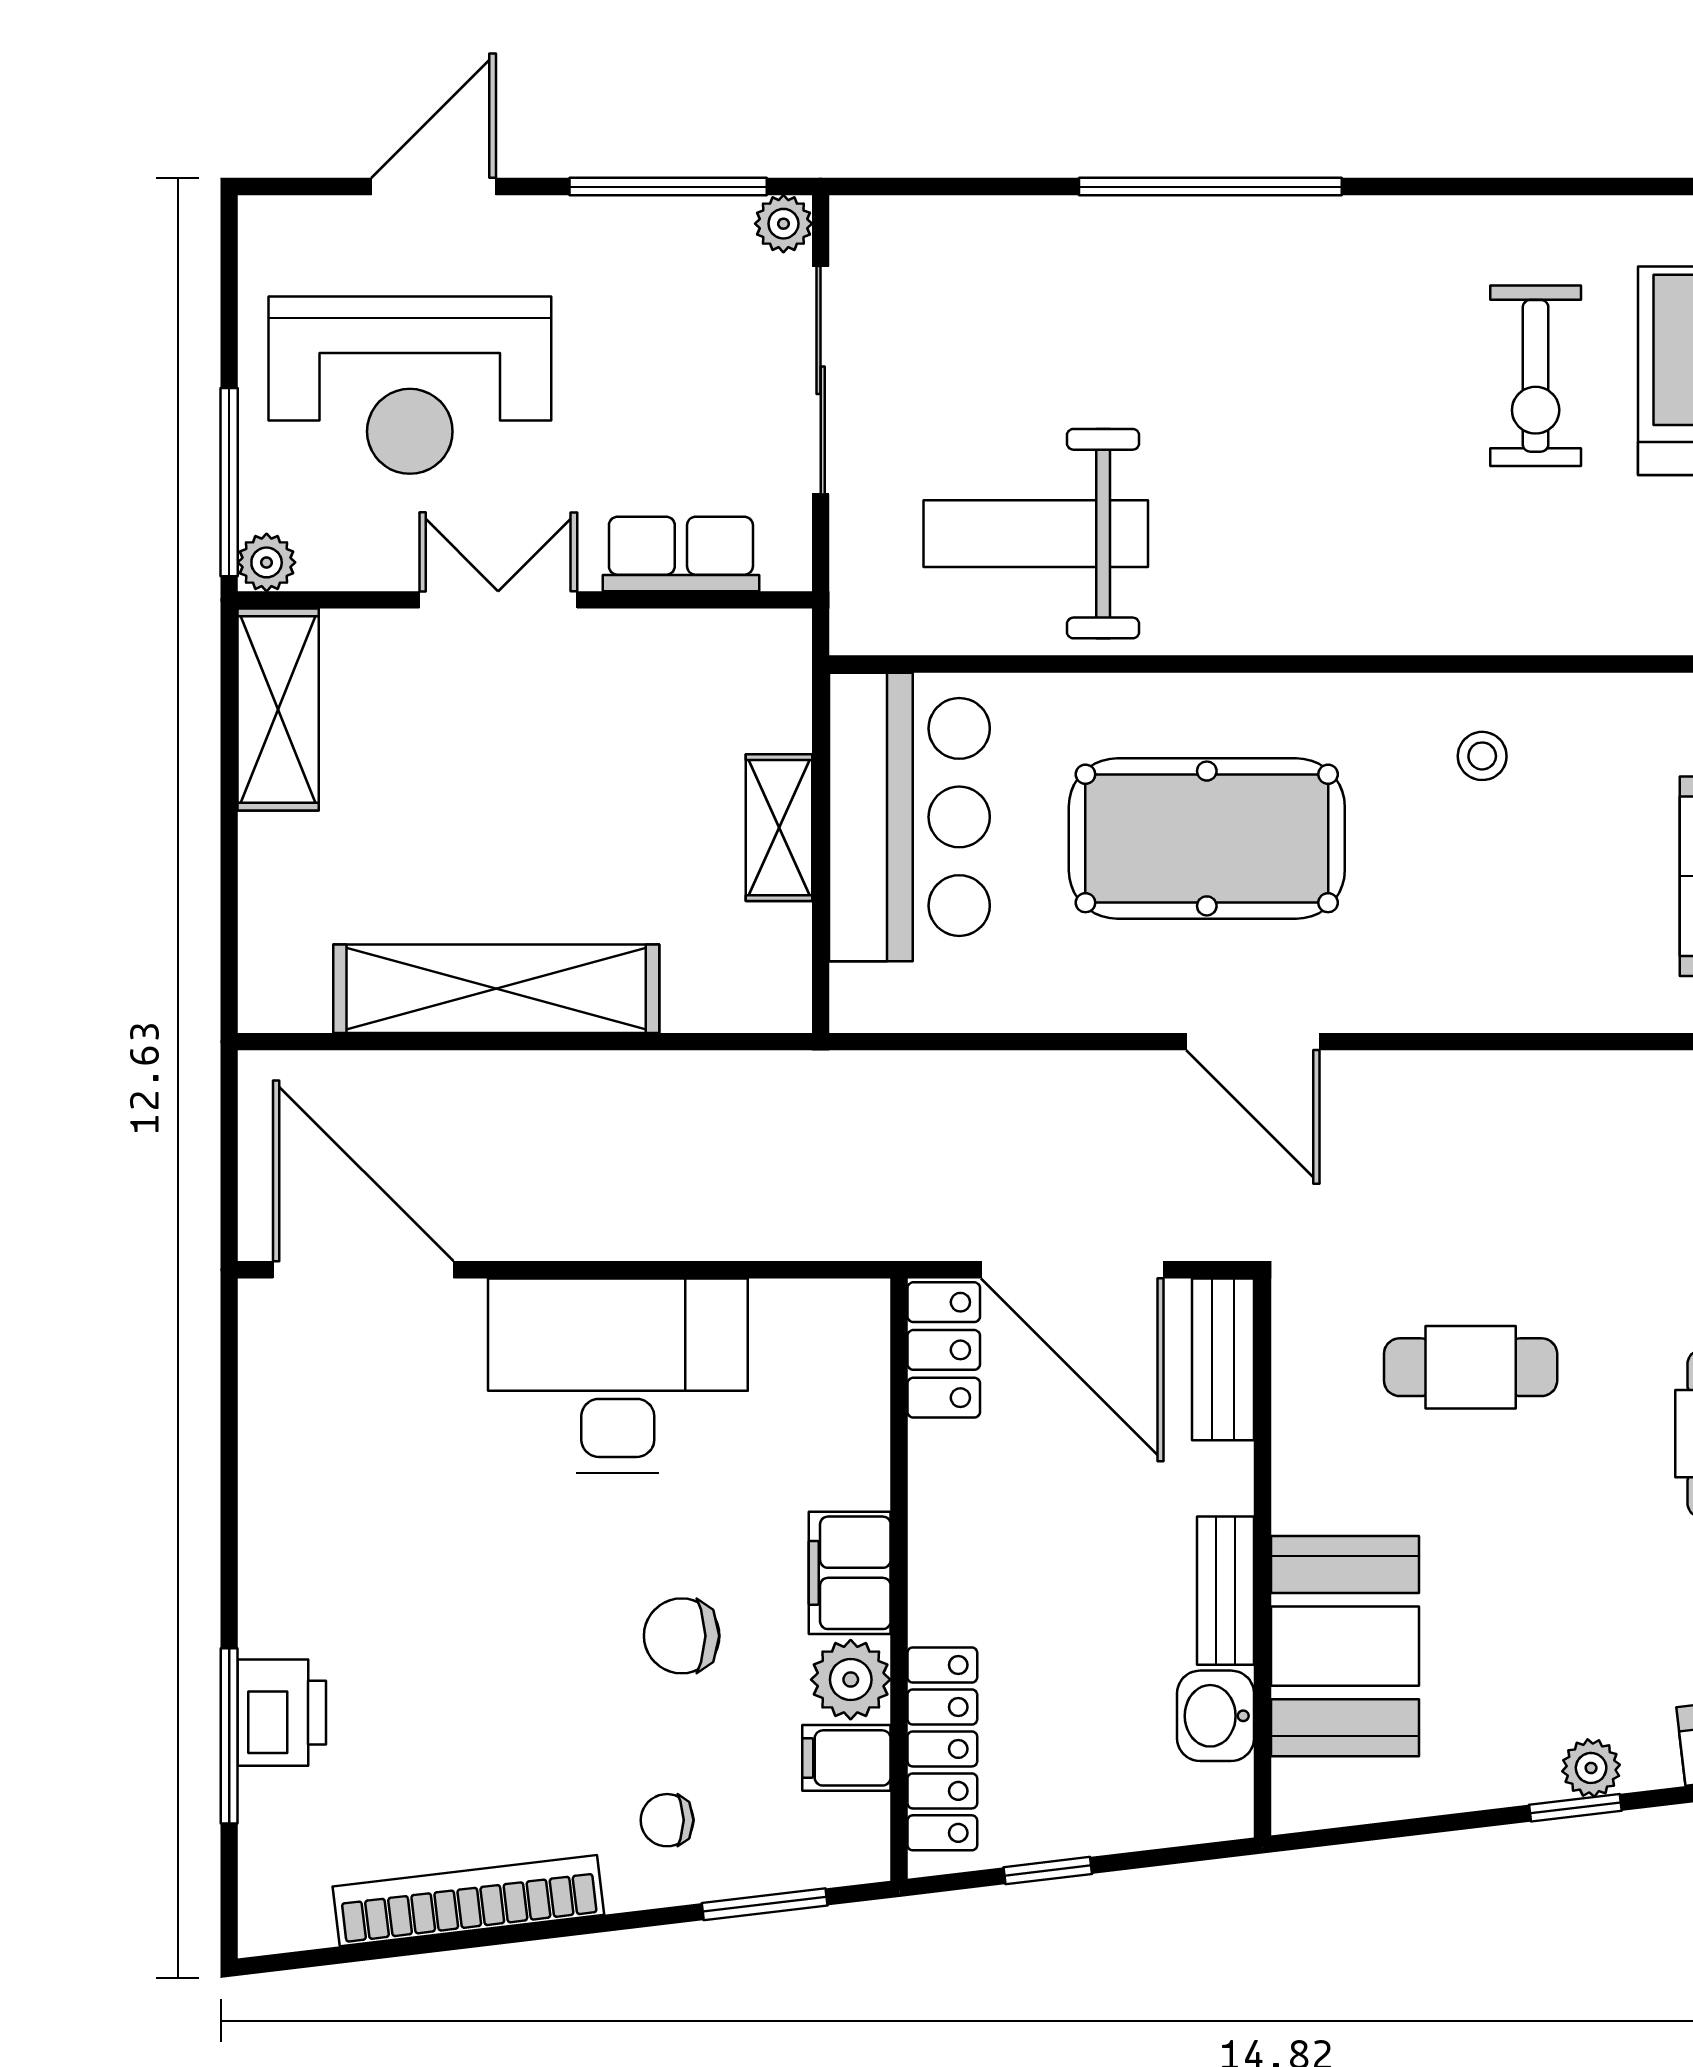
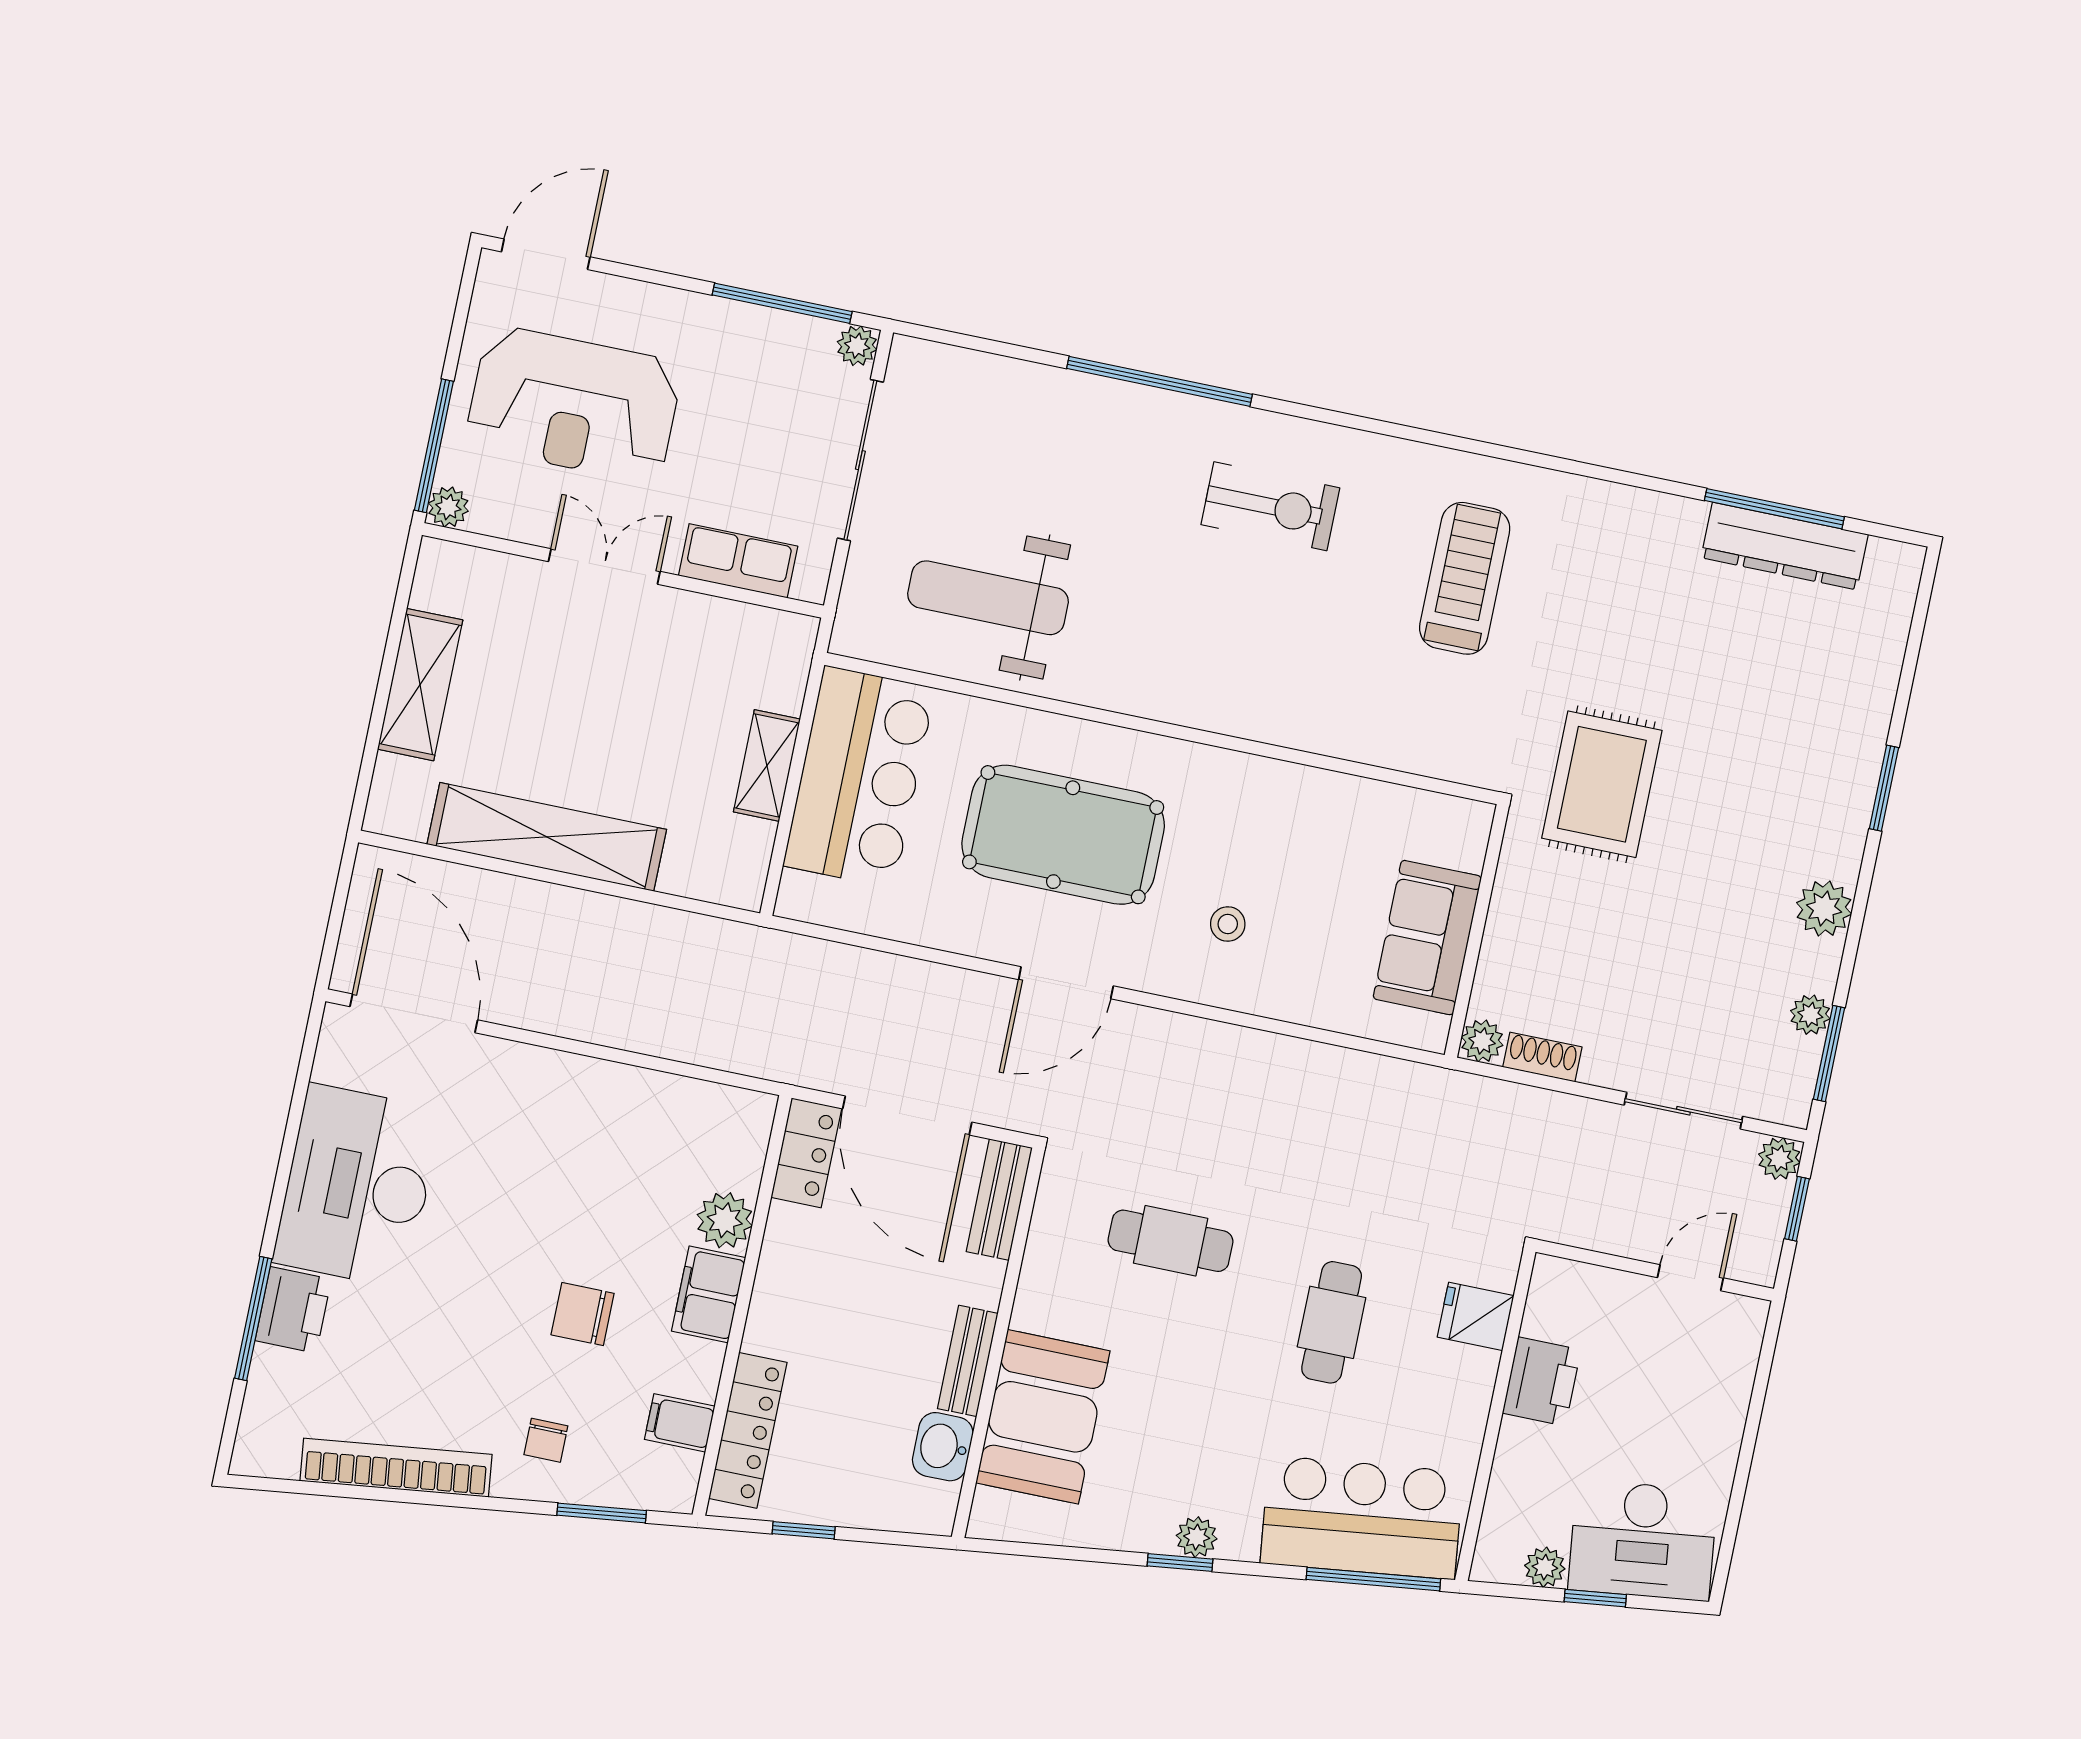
door: (434, 187) -> (546, 254), moved
exercise bike: (1536, 376) -> (1270, 506), moved, turned -90
shelving: (278, 710) -> (420, 685), moved
stool: (1482, 756) -> (1228, 924), moved
door: (1253, 1042) -> (1066, 983), hinge flipped
desk: (618, 1375) -> (357, 1186), moved, turned -90
plant: (851, 1680) -> (725, 1220), moved
chair: (667, 1820) -> (546, 1440), turned -90

